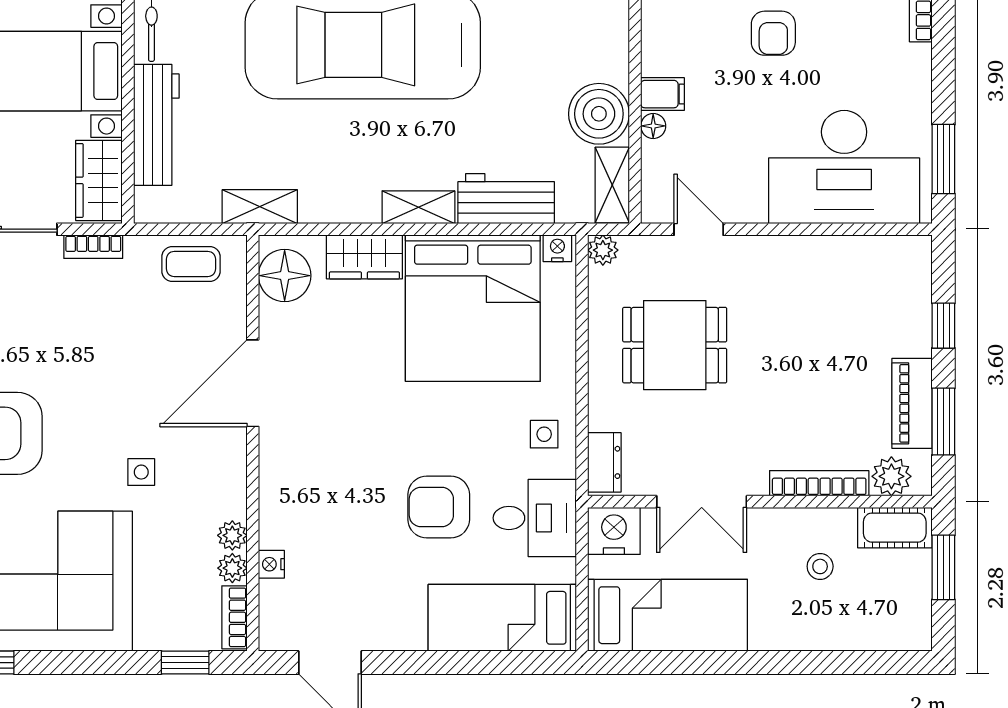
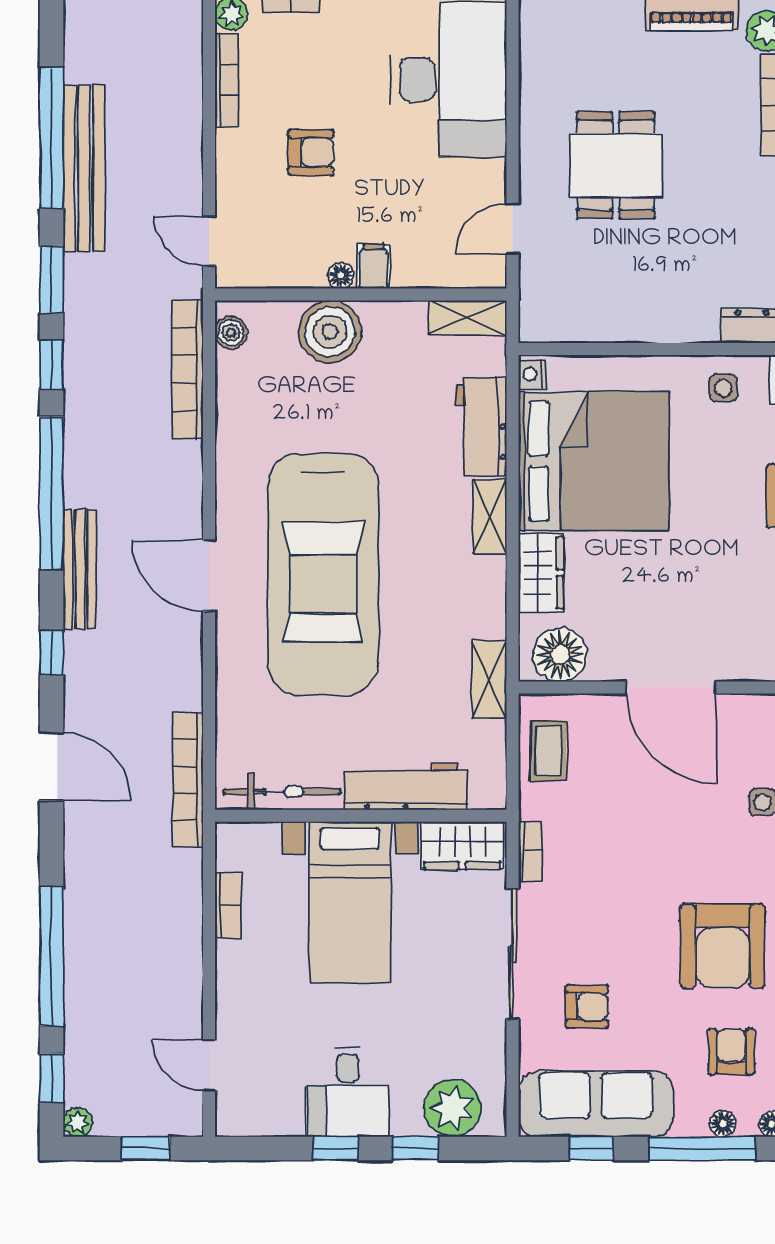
boiler: (599, 114) -> (330, 332), moved
floor lamp: (653, 126) -> (341, 276), moved
plant: (603, 250) -> (534, 327), removed
dining table: (675, 345) -> (616, 165), moved

